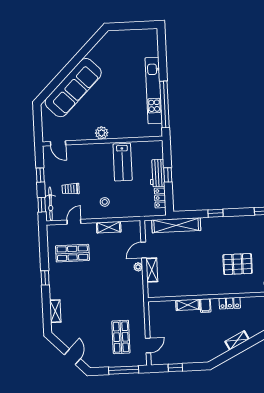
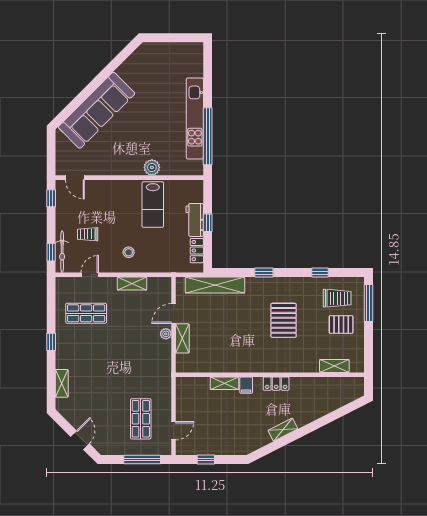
plant: (102, 133) -> (152, 167), moved
window: (40, 175) -> (51, 198), moved
pallet: (238, 264) -> (284, 320), moved, turned 90

